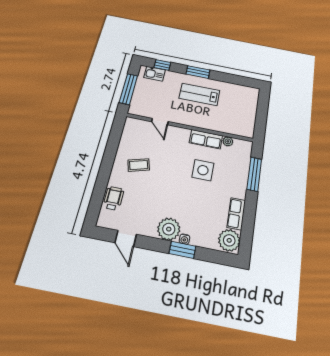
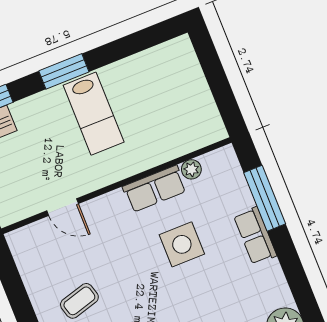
lab bench: (199, 94) -> (94, 114), turned -90
row of seats: (236, 214) -> (255, 236), moved

